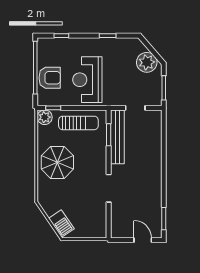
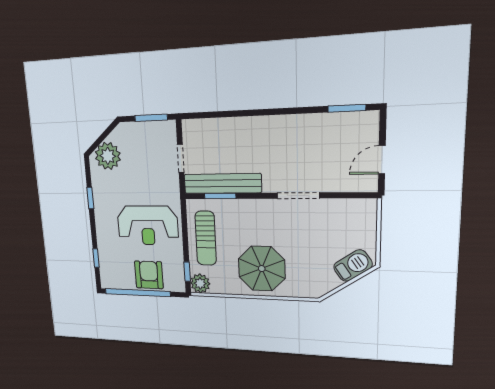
plant: (147, 62) -> (108, 156), moved
sun lounger: (78, 123) -> (206, 238), turned 180
door: (143, 240) -> (382, 160), moved

